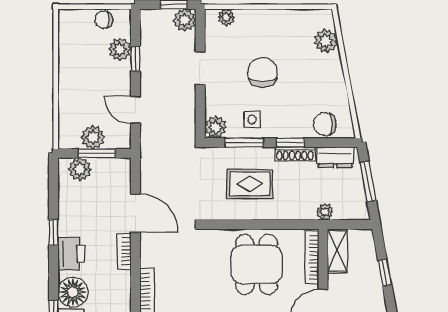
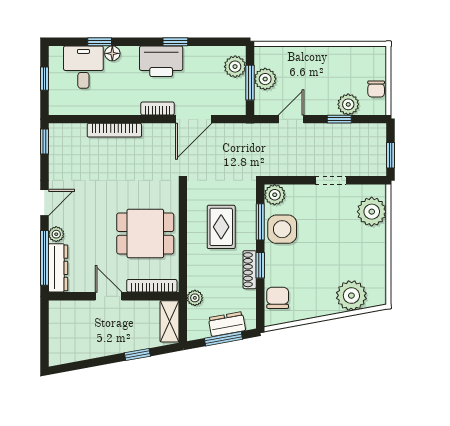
plant: (226, 17) -> (372, 212), width x1.87, depth x1.87
chair: (103, 20) -> (376, 89), turned 180
plant: (185, 20) -> (376, 166), removed
plant: (326, 41) -> (351, 296), width x1.36, depth x1.36
chair: (262, 72) -> (327, 239), removed
side table: (252, 119) -> (282, 229), width x1.87, depth x1.87
dresser: (335, 157) -> (227, 324), moved, turned 80
shelving: (337, 251) -> (169, 321), moved, turned 90
printer: (72, 254) -> (161, 61), width x1.37, depth x1.19
floor lamp: (73, 292) -> (112, 53), width x0.53, depth x0.53

